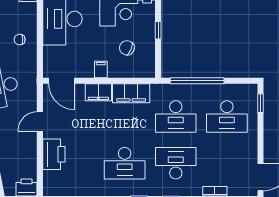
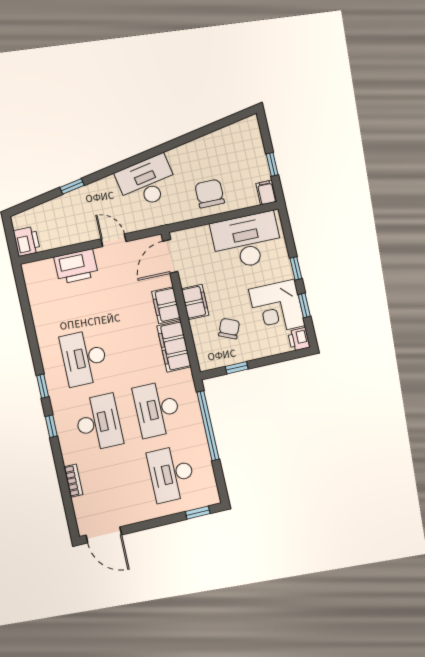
window: (158, 30) -> (237, 368), moved
chair: (20, 40) -> (210, 193), width x1.87, depth x1.87
filing cabinet: (101, 69) -> (195, 302), width x2.00

